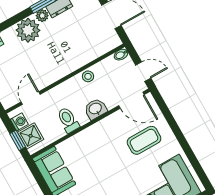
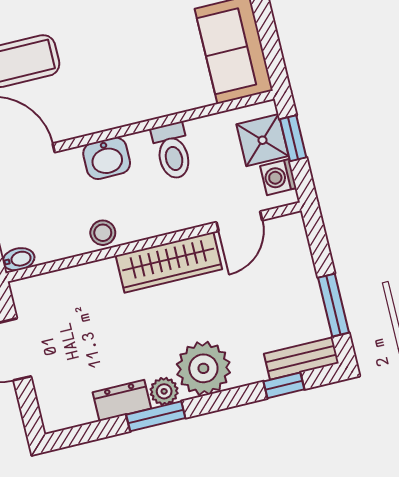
wardrobe: (56, 72) -> (169, 262), added

